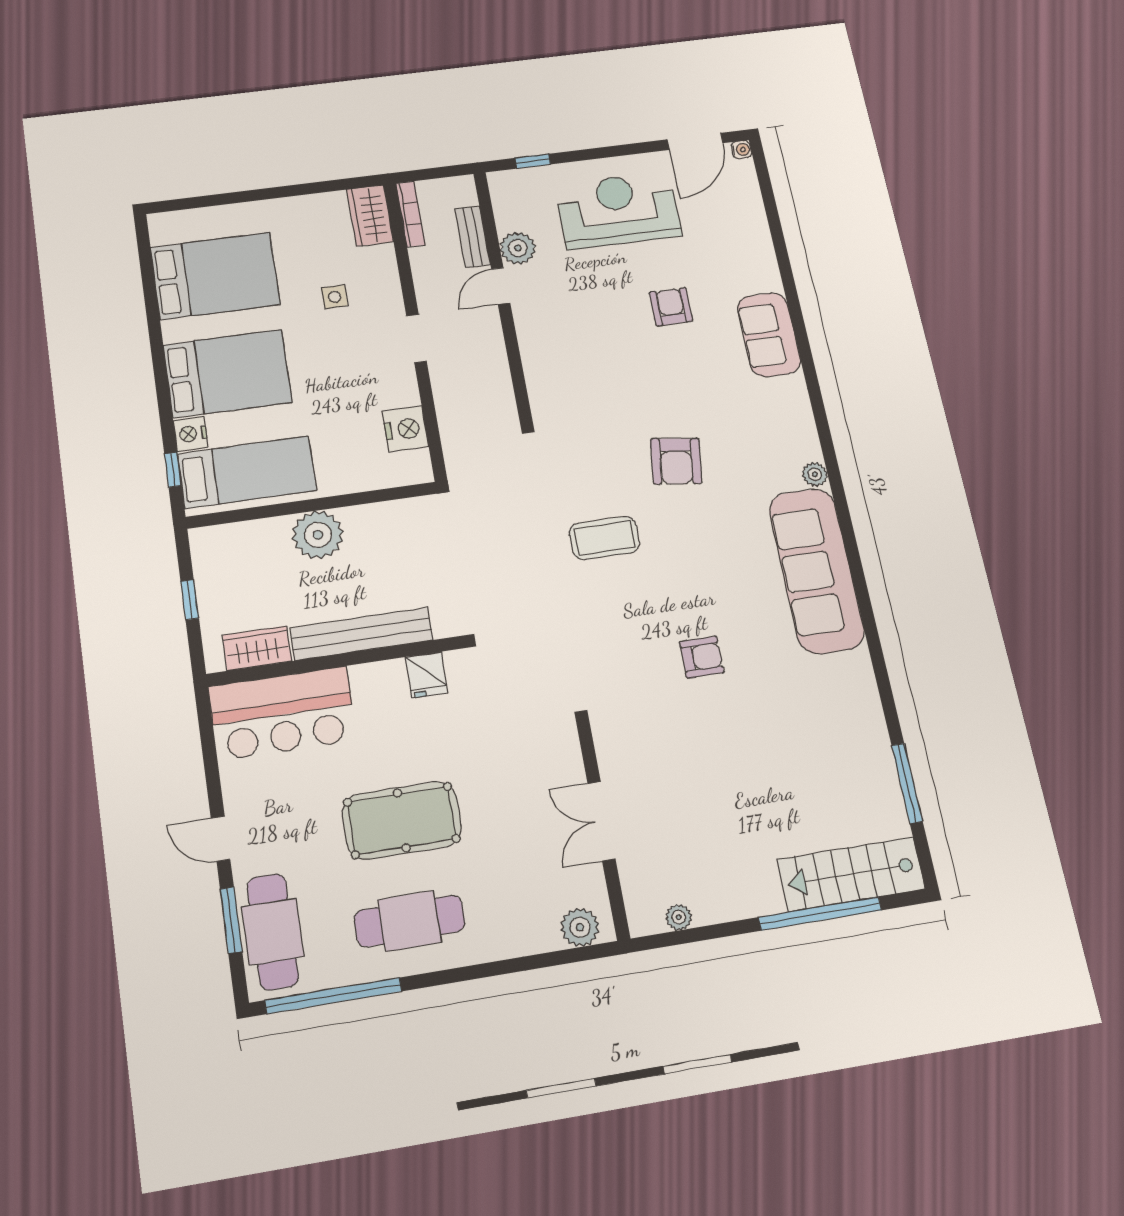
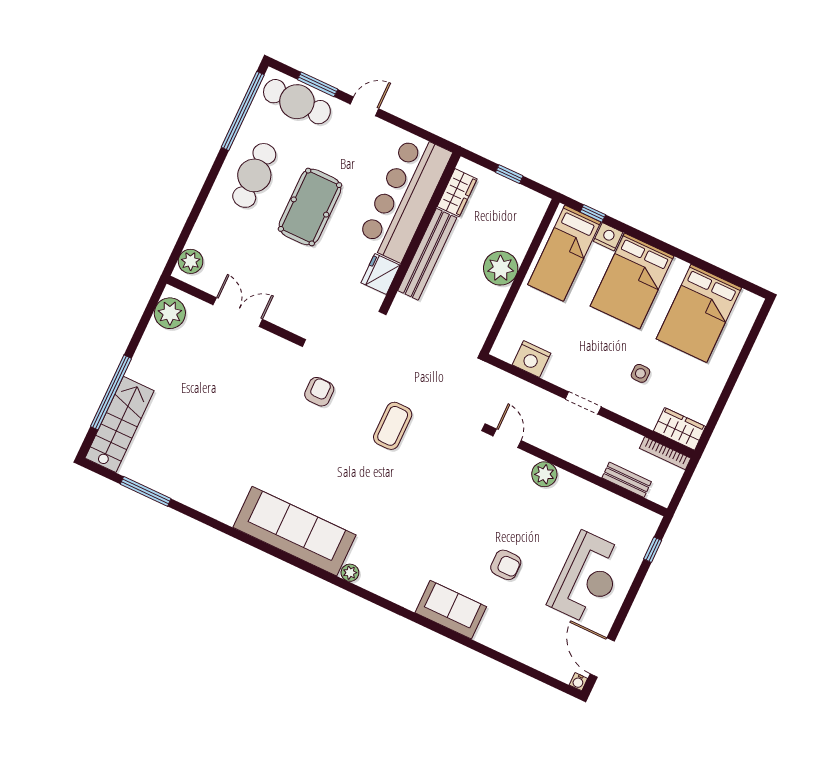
plant: (518, 248) -> (544, 474), moved
door: (501, 286) -> (507, 438), moved
armchair: (676, 461) -> (410, 499), removed
armchair: (702, 657) -> (319, 392), moved, turned 180
fridge: (427, 675) -> (381, 274), width x1.38
bar counter: (282, 713) -> (404, 197), width x1.36
plant: (679, 917) -> (170, 313), width x1.88, depth x1.88

